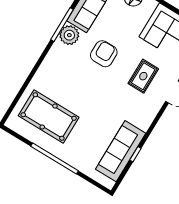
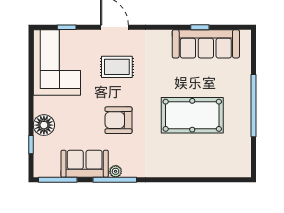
plant: (69, 35) -> (116, 171), width x0.53, depth x0.53
pool table: (49, 117) -> (192, 115), moved, turned 90

